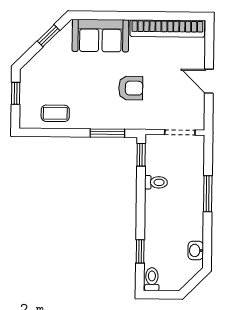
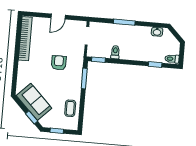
window: (49, 36) -> (32, 117), moved
sofa: (100, 36) -> (34, 102), moved, turned -45

